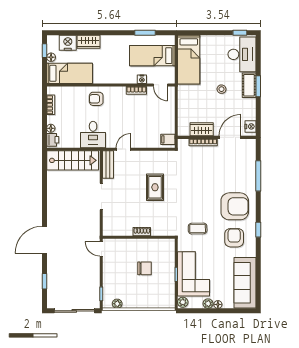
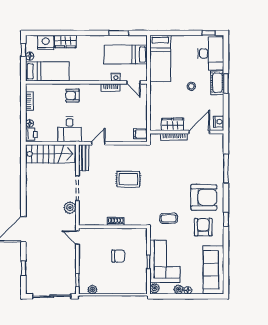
rug: (155, 187) -> (128, 179), turned 90
plant: (93, 217) -> (70, 208), added

